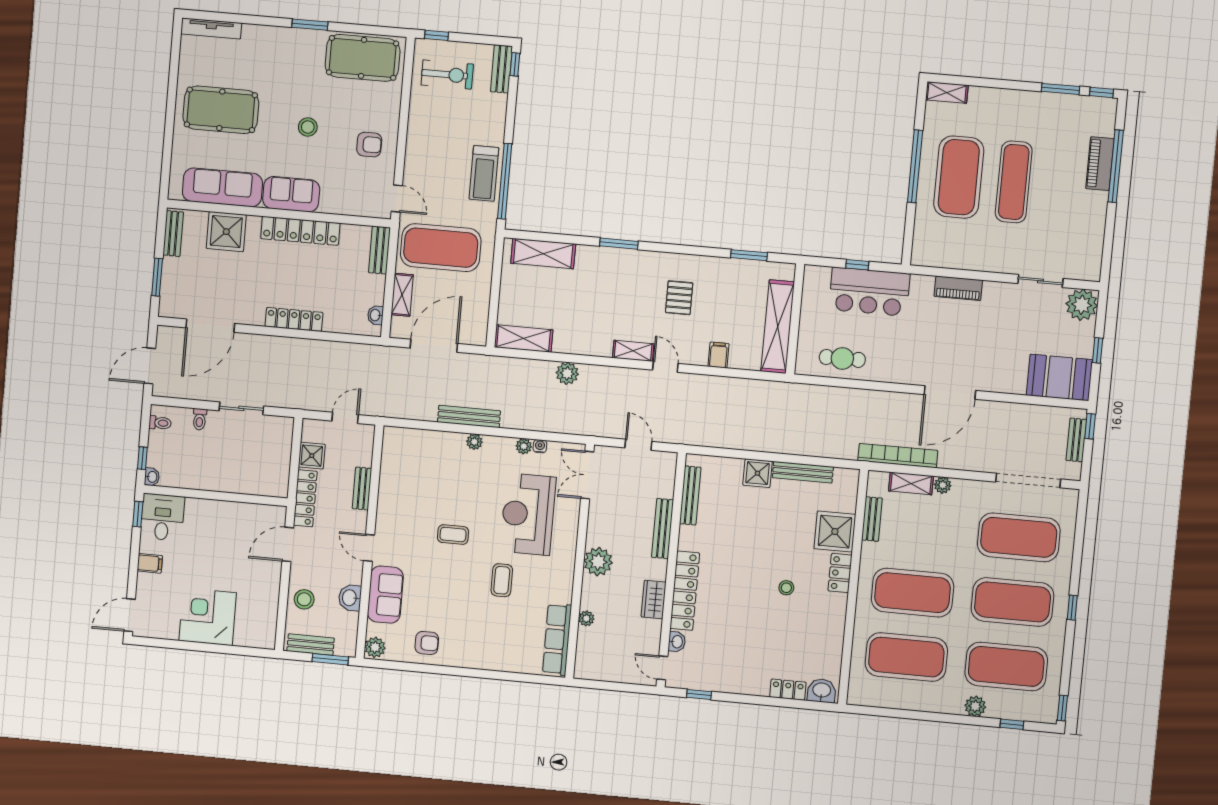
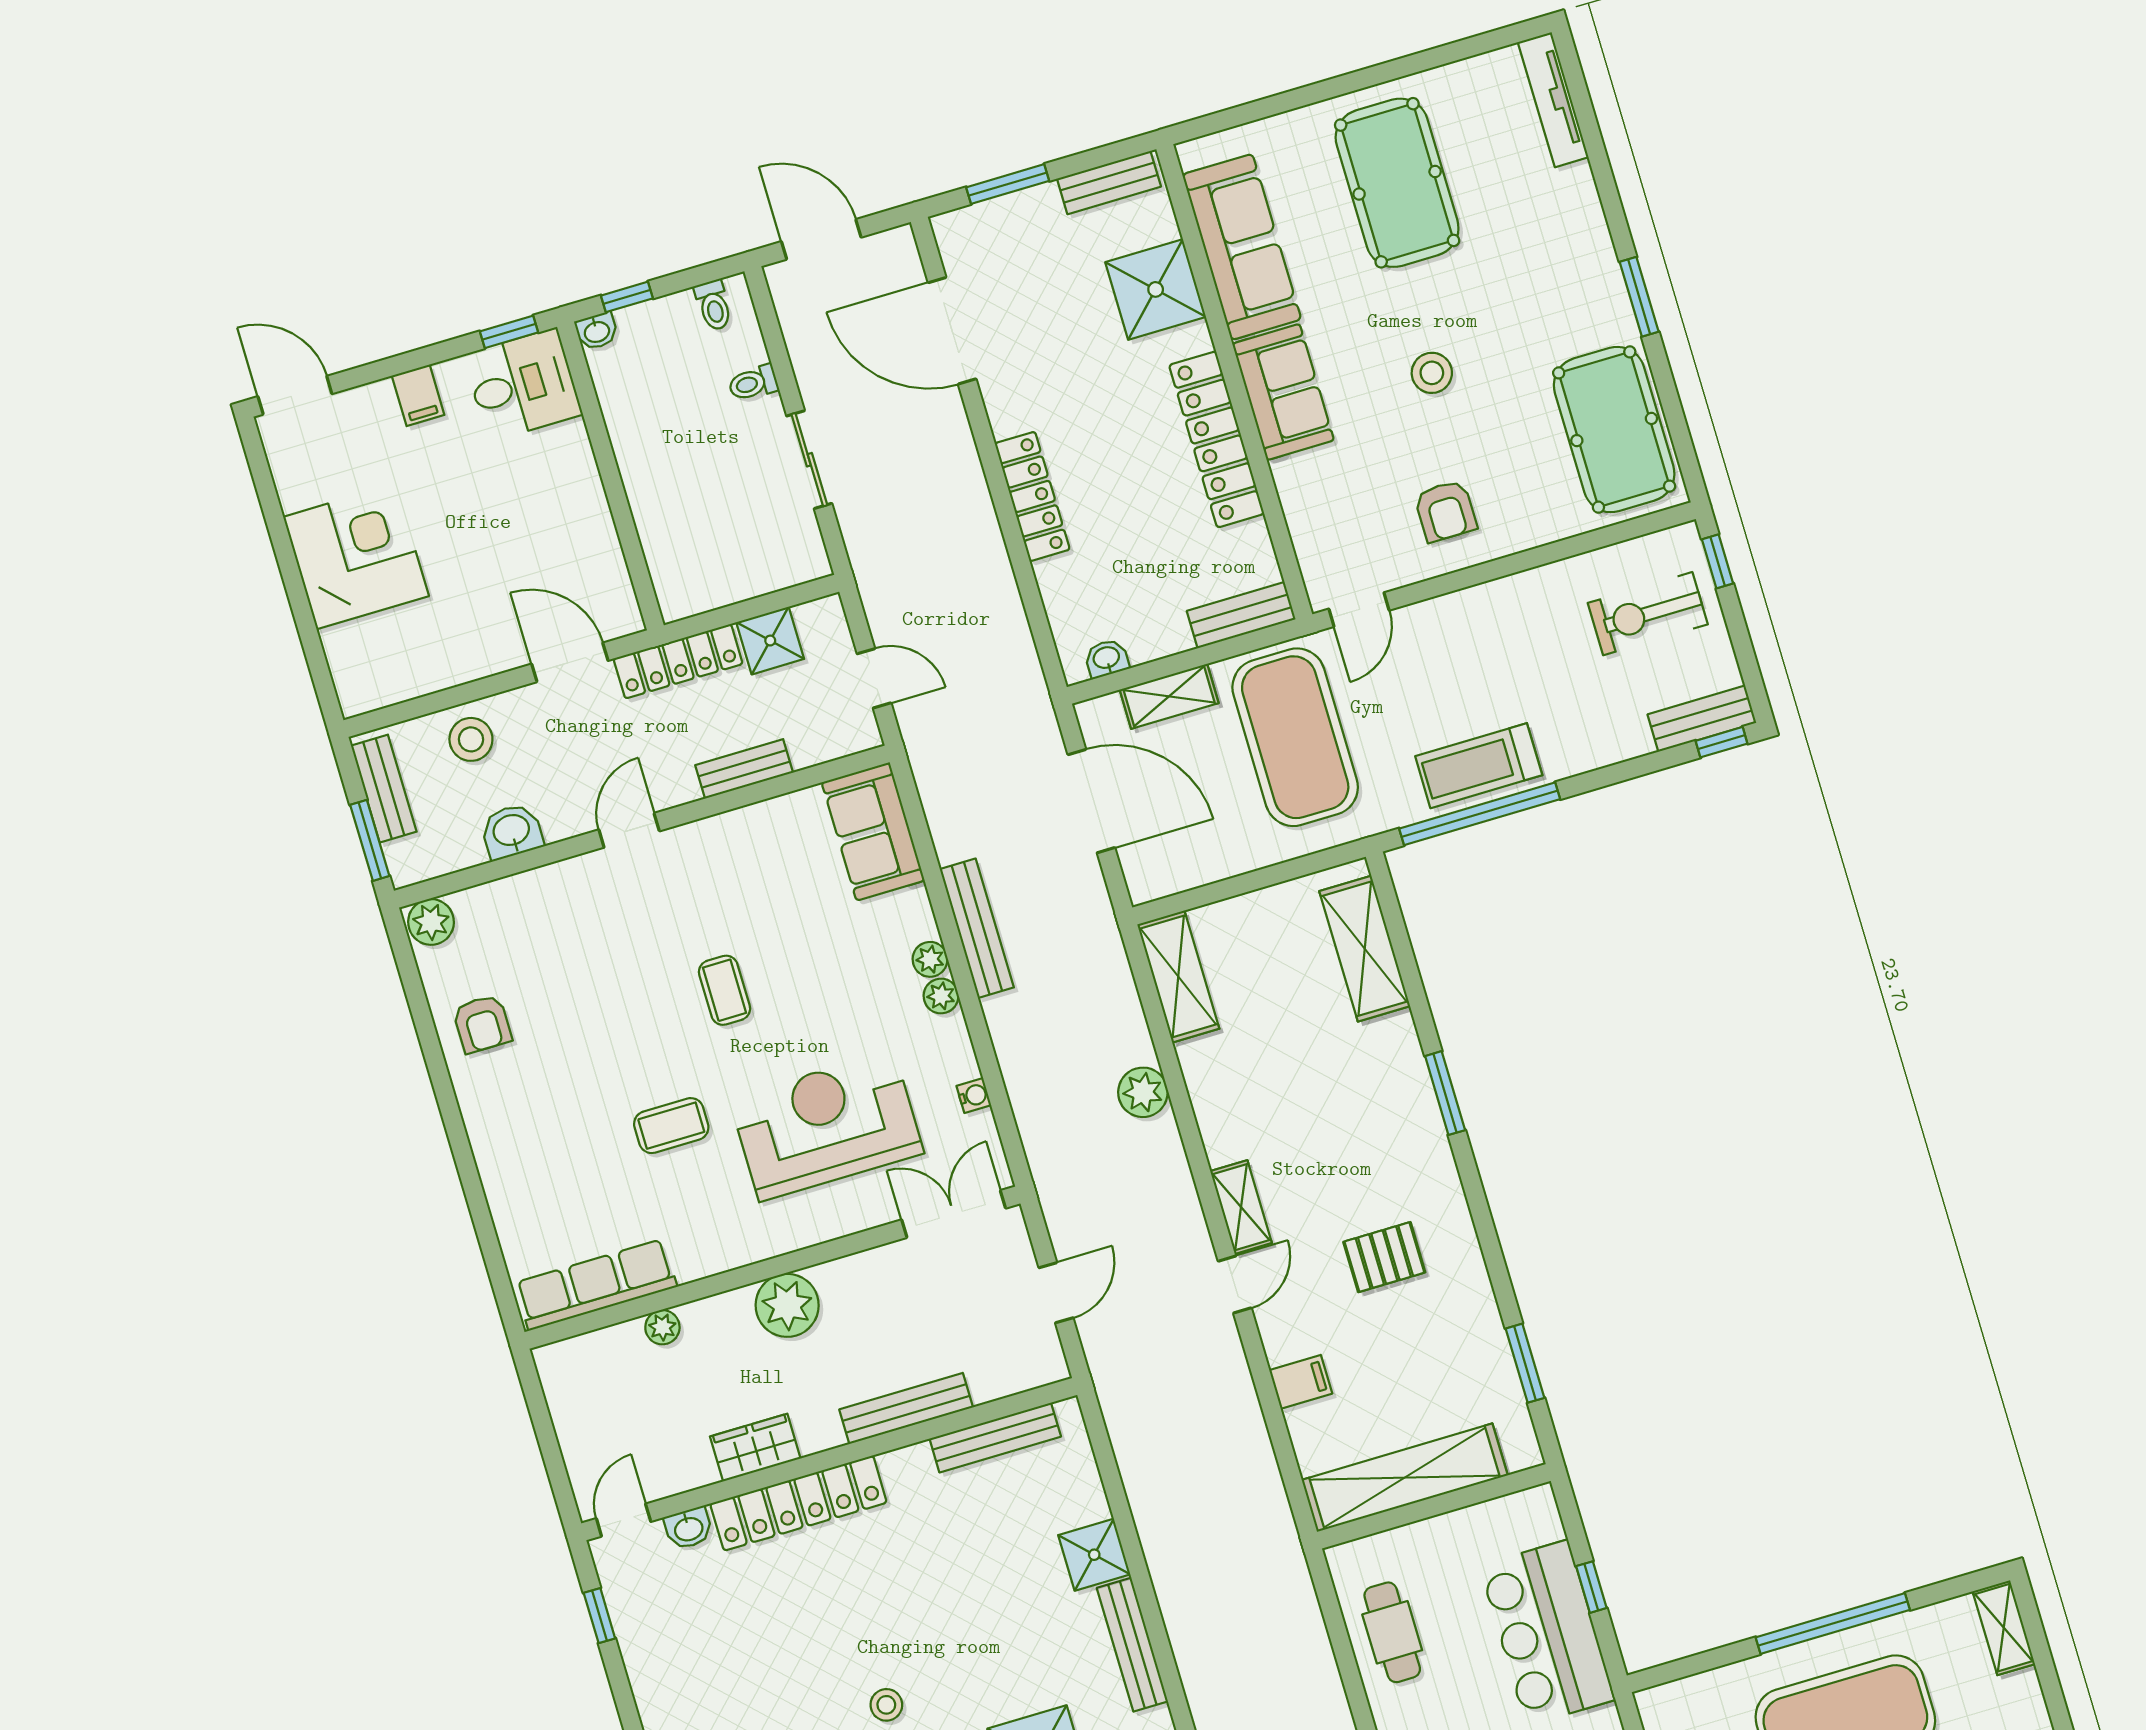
exercise bike: (447, 75) -> (1648, 614), turned 90
plant: (524, 446) -> (941, 996), moved
sofa: (385, 595) -> (873, 832), moved, turned 90

